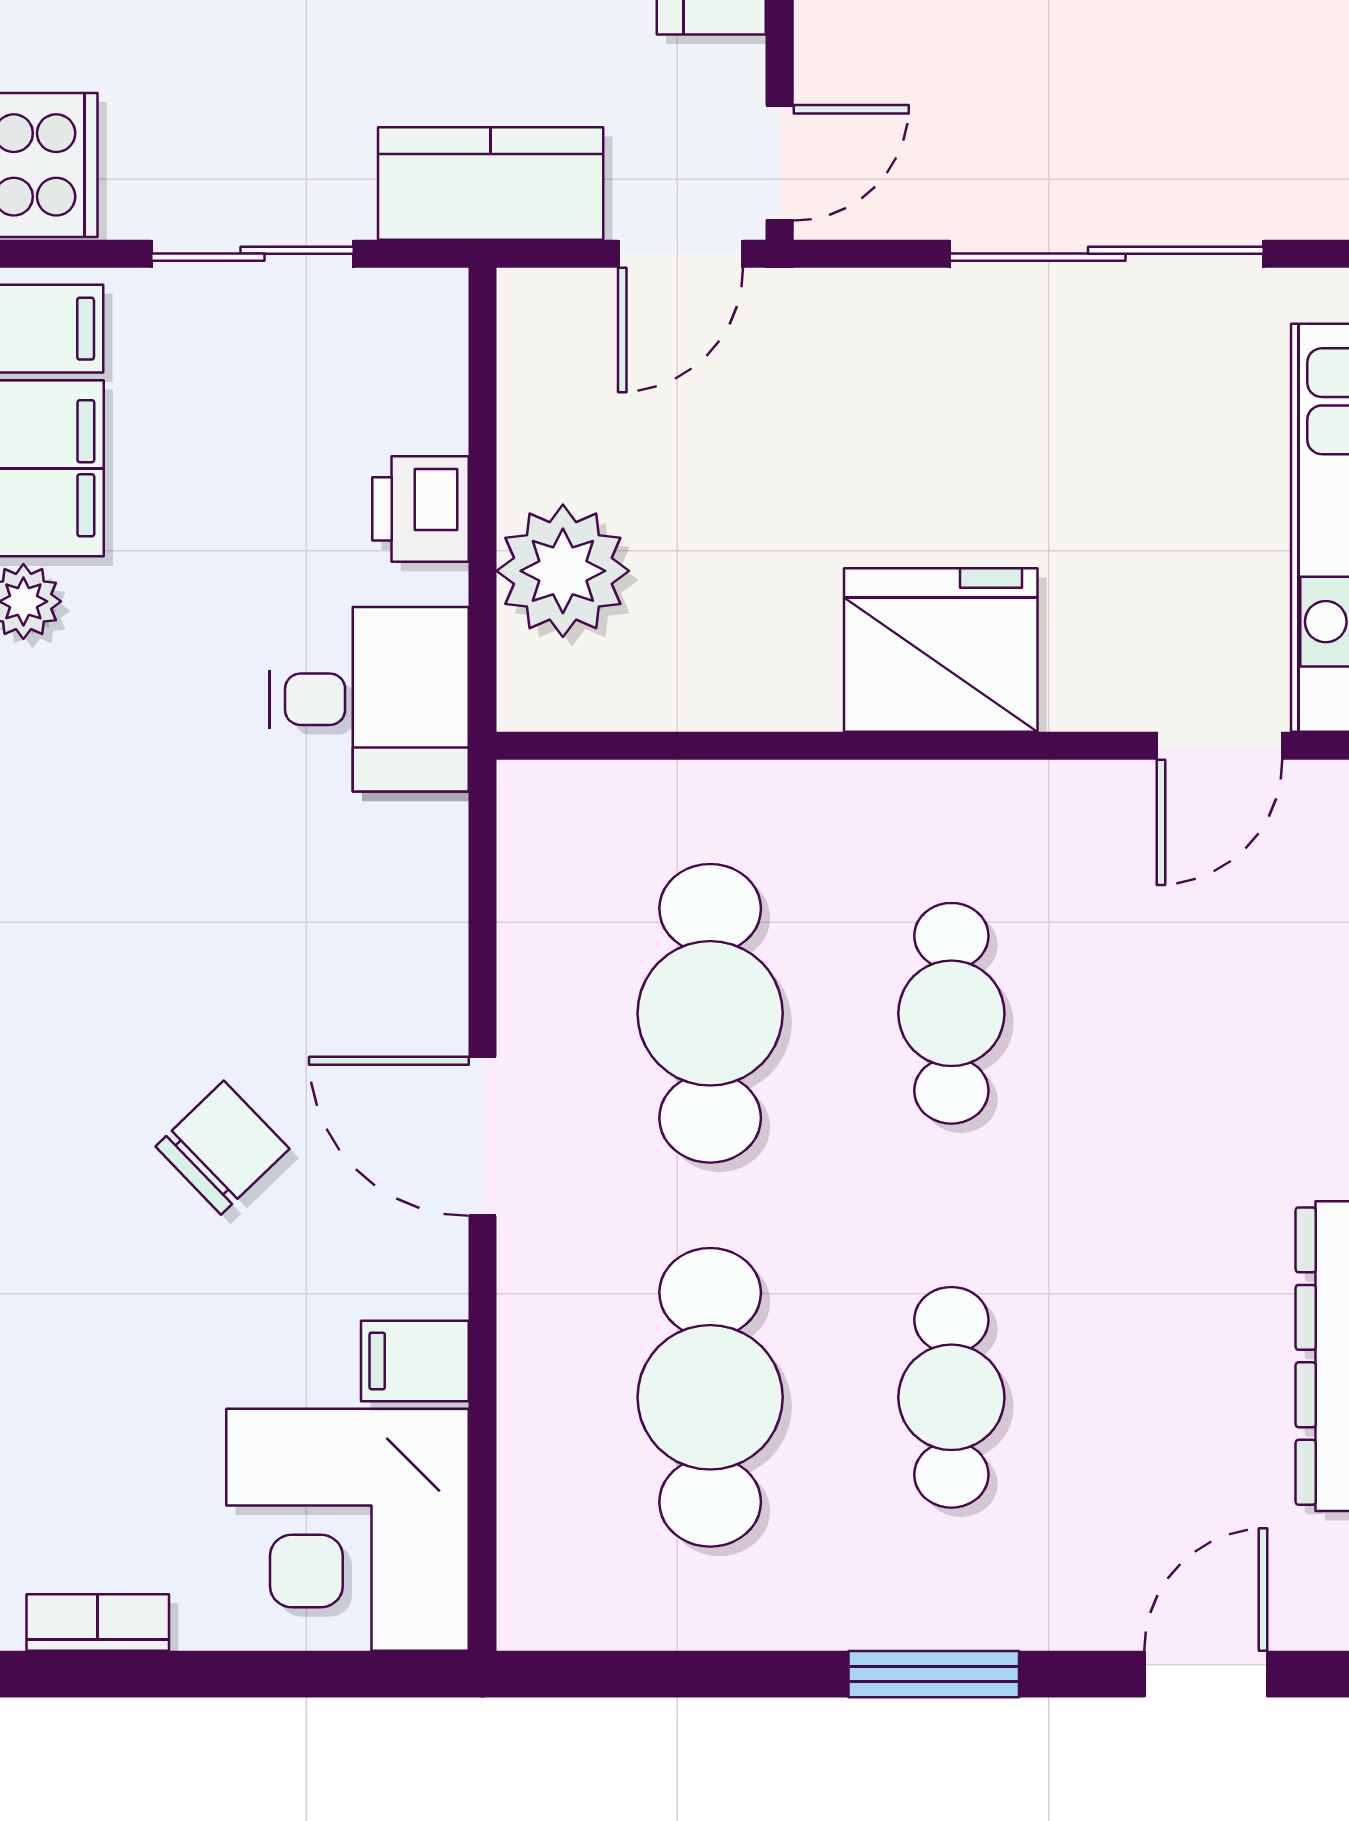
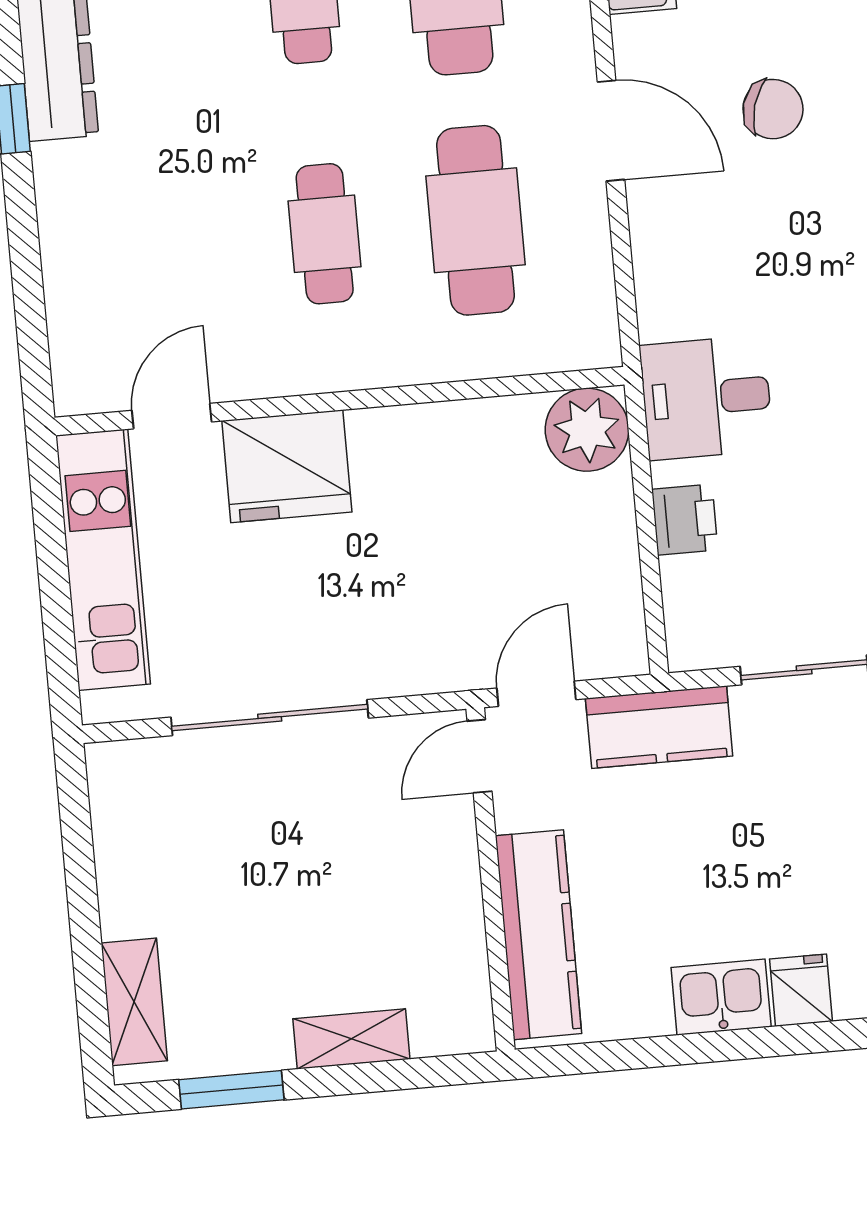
plant: (563, 571) -> (587, 430), moved
fridge: (941, 650) -> (287, 466), moved
chair: (222, 1148) -> (773, 109), turned -120

